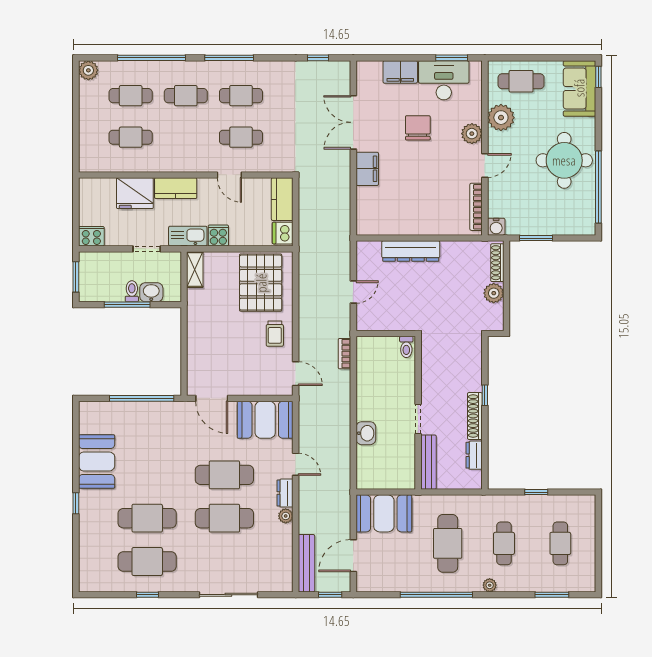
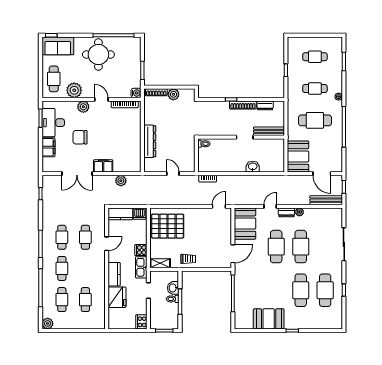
plant: (341, 200) -> (121, 181), added
trolley: (275, 334) -> (188, 259), moved

